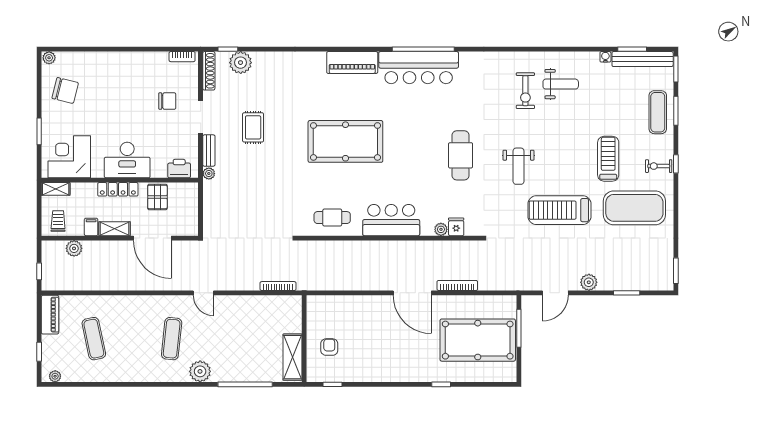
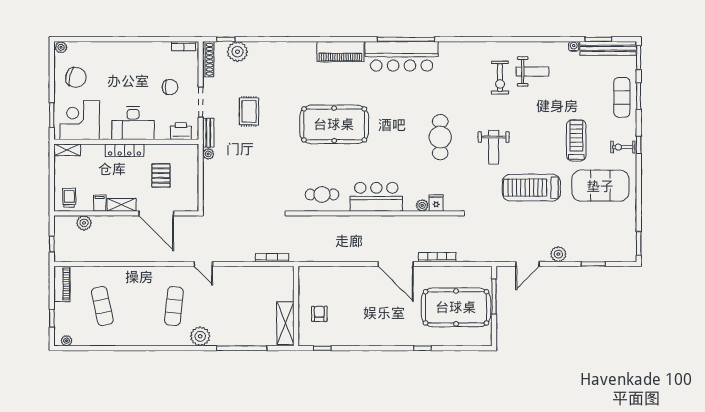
corner desk: (69, 157) -> (80, 120), moved
desk: (127, 160) -> (133, 123), moved
printer: (179, 169) -> (181, 131), moved
wall: (120, 180) -> (126, 142), moved
shelving: (56, 189) -> (67, 150), moved
locker: (118, 189) -> (124, 150), moved

